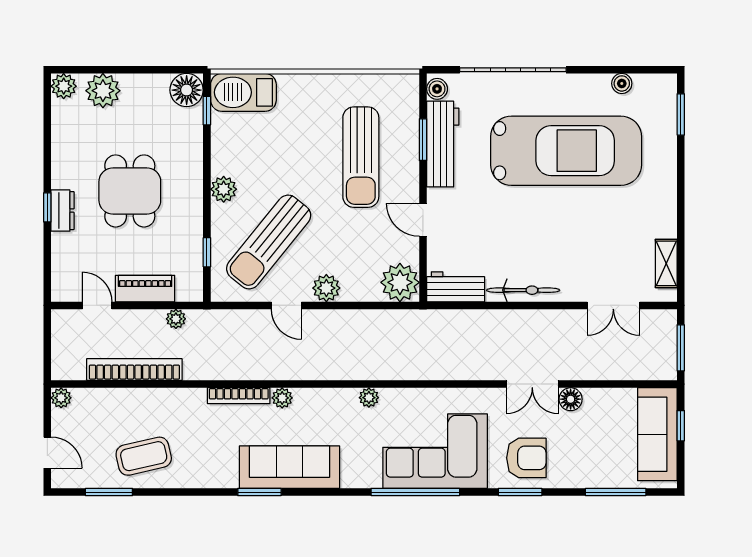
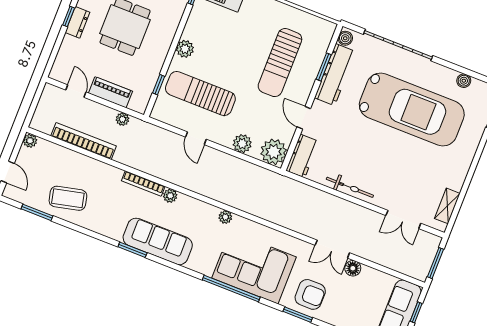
sun lounger: (269, 242) -> (200, 93), turned 51
workbench: (456, 287) -> (302, 156), moved, turned 90
plant: (326, 288) -> (242, 144), moved

